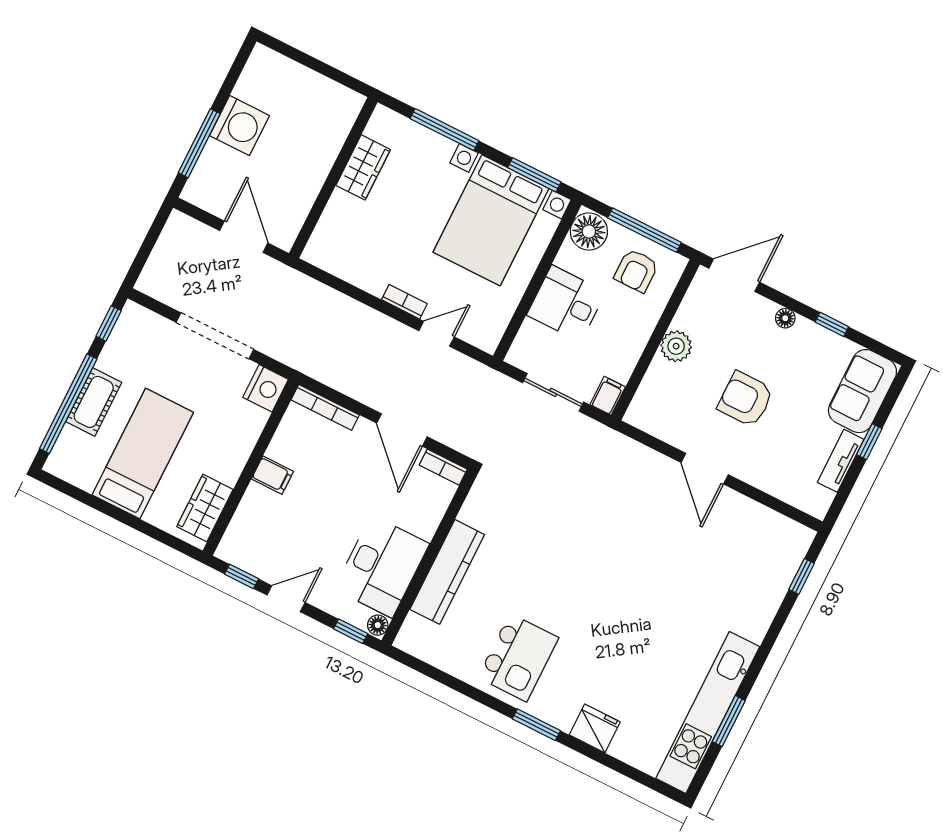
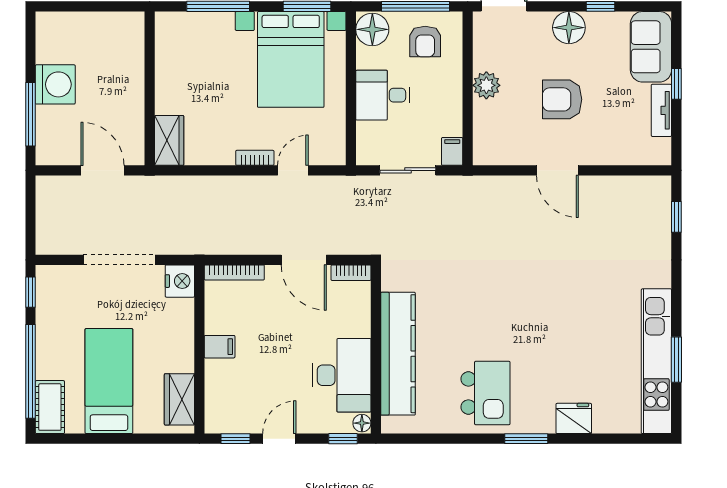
wardrobe: (363, 167) -> (169, 140), moved
floor lamp: (785, 318) -> (569, 28), width x1.89, depth x1.89
cot: (94, 402) -> (50, 407), moved
kitchen counter: (447, 572) -> (398, 354), width x1.39, depth x1.17

